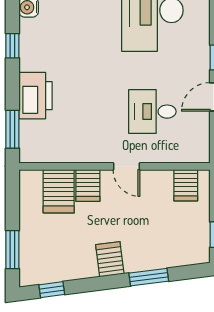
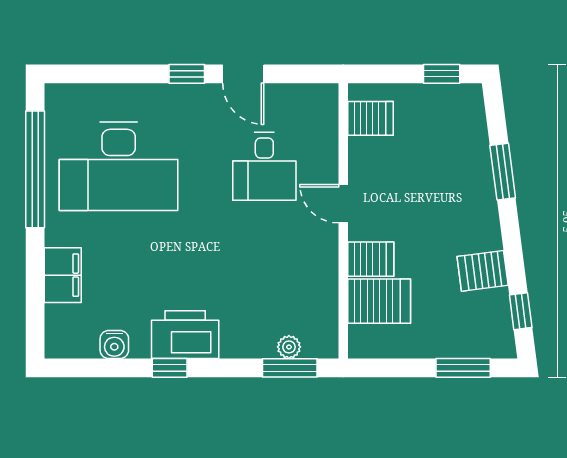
printer: (36, 96) -> (185, 335), moved
plant: (27, 129) -> (289, 347), added
door: (126, 166) -> (343, 204), swing flipped
server rack: (110, 259) -> (483, 271), moved

